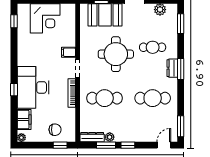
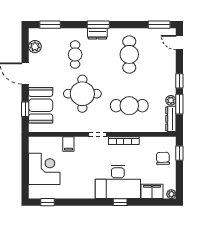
filing cabinet: (69, 52) -> (68, 144), moved
cafe table: (105, 98) -> (129, 106), turned 90

